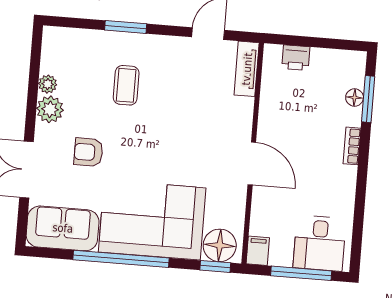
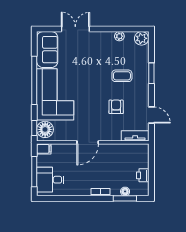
printer: (296, 58) -> (143, 175), moved
plant: (50, 109) -> (141, 38), moved
armchair: (88, 152) -> (116, 107), moved

